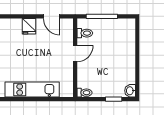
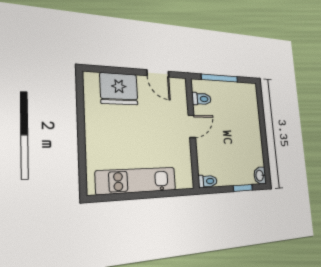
fridge: (29, 26) -> (119, 89), width x1.88, depth x1.34

